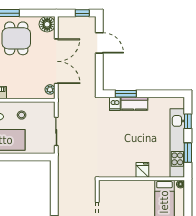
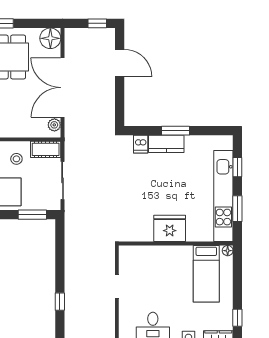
double door: (56, 61) -> (63, 88), swing flipped
window: (126, 94) -> (175, 131), moved
cot: (44, 108) -> (46, 149), added
window: (34, 157) -> (32, 215), added
fridge: (142, 170) -> (170, 228), width x1.88, depth x1.34

